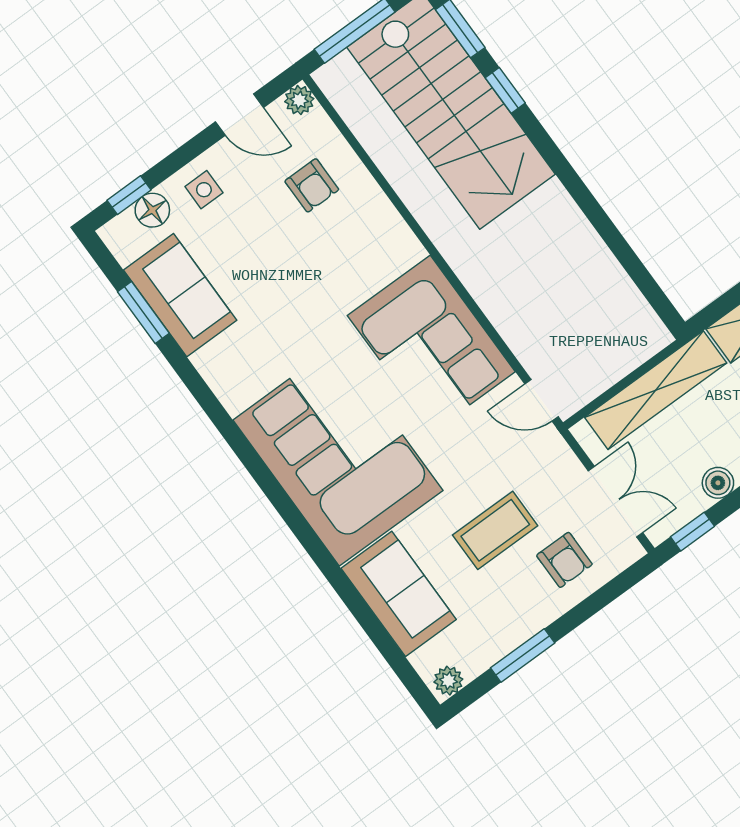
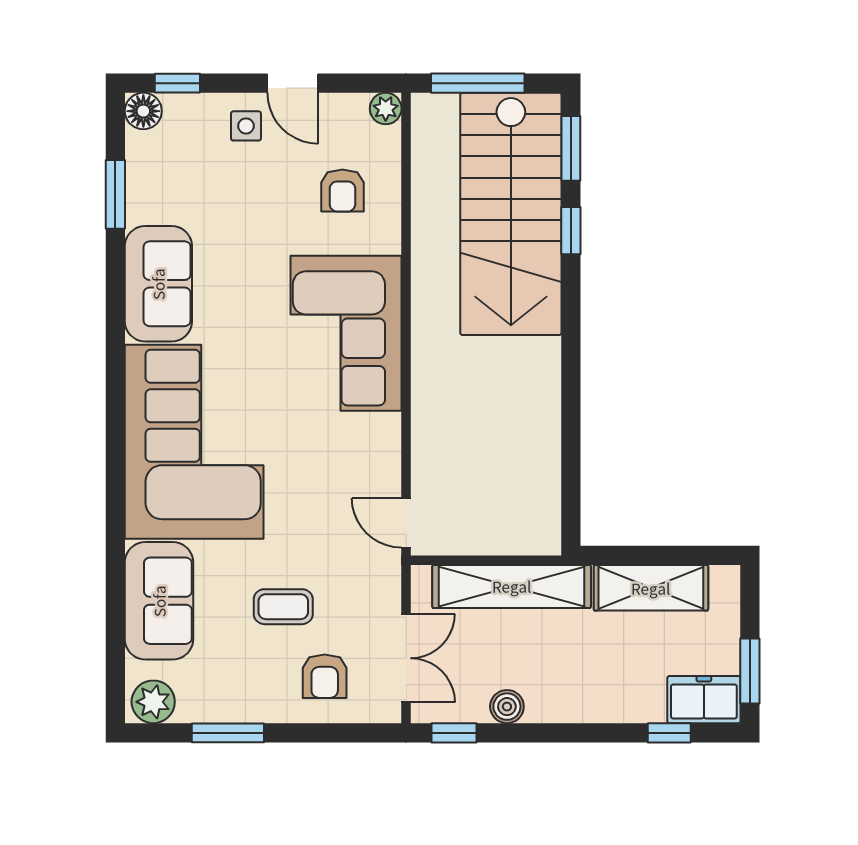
door: (239, 115) -> (293, 83), moved
floor lamp: (152, 210) -> (143, 111), moved
sofa: (180, 295) -> (158, 284), moved
corner sofa: (431, 344) -> (346, 333), moved
coffee table: (495, 530) -> (283, 607), width x0.73, depth x0.77
plant: (448, 681) -> (153, 702), width x1.38, depth x1.38

